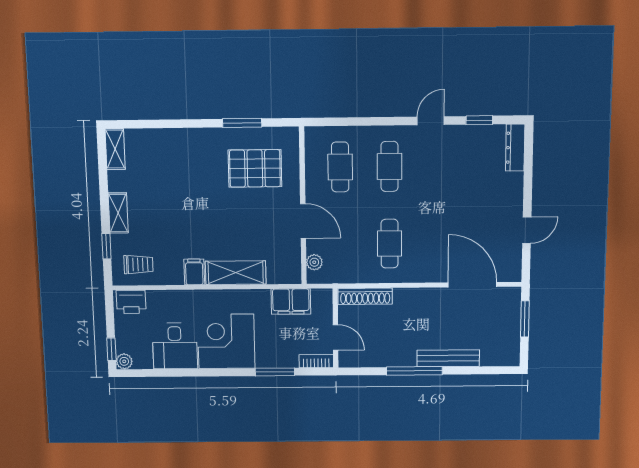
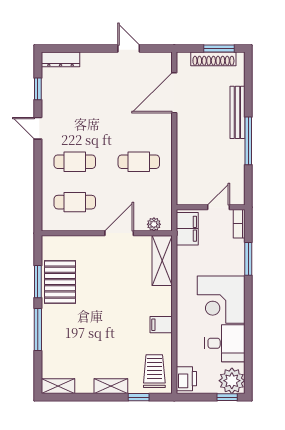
window: (183, 124) -> (38, 330), added
pallet: (255, 168) -> (60, 282), moved
trolley: (138, 264) -> (154, 371), width x1.36, depth x1.39
shelving: (236, 273) -> (162, 261), moved
shoe rack: (365, 296) -> (213, 59), moved, turned 90
filing cabinet: (291, 302) -> (187, 229), moved
window: (525, 319) -> (219, 48), moved
plant: (124, 361) -> (232, 381), width x1.87, depth x1.87

